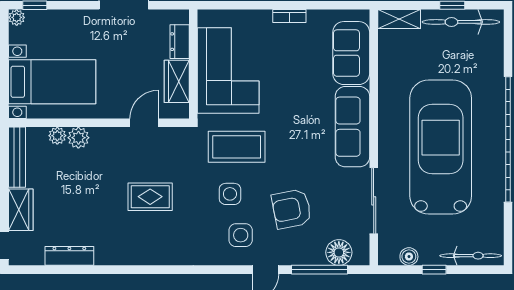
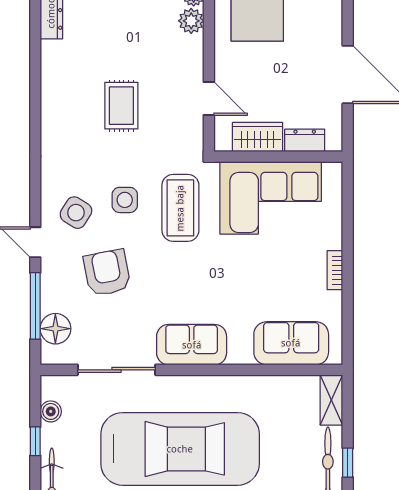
sofa: (352, 127) -> (192, 345), width x0.73
side table: (241, 235) -> (76, 213), turned 32

